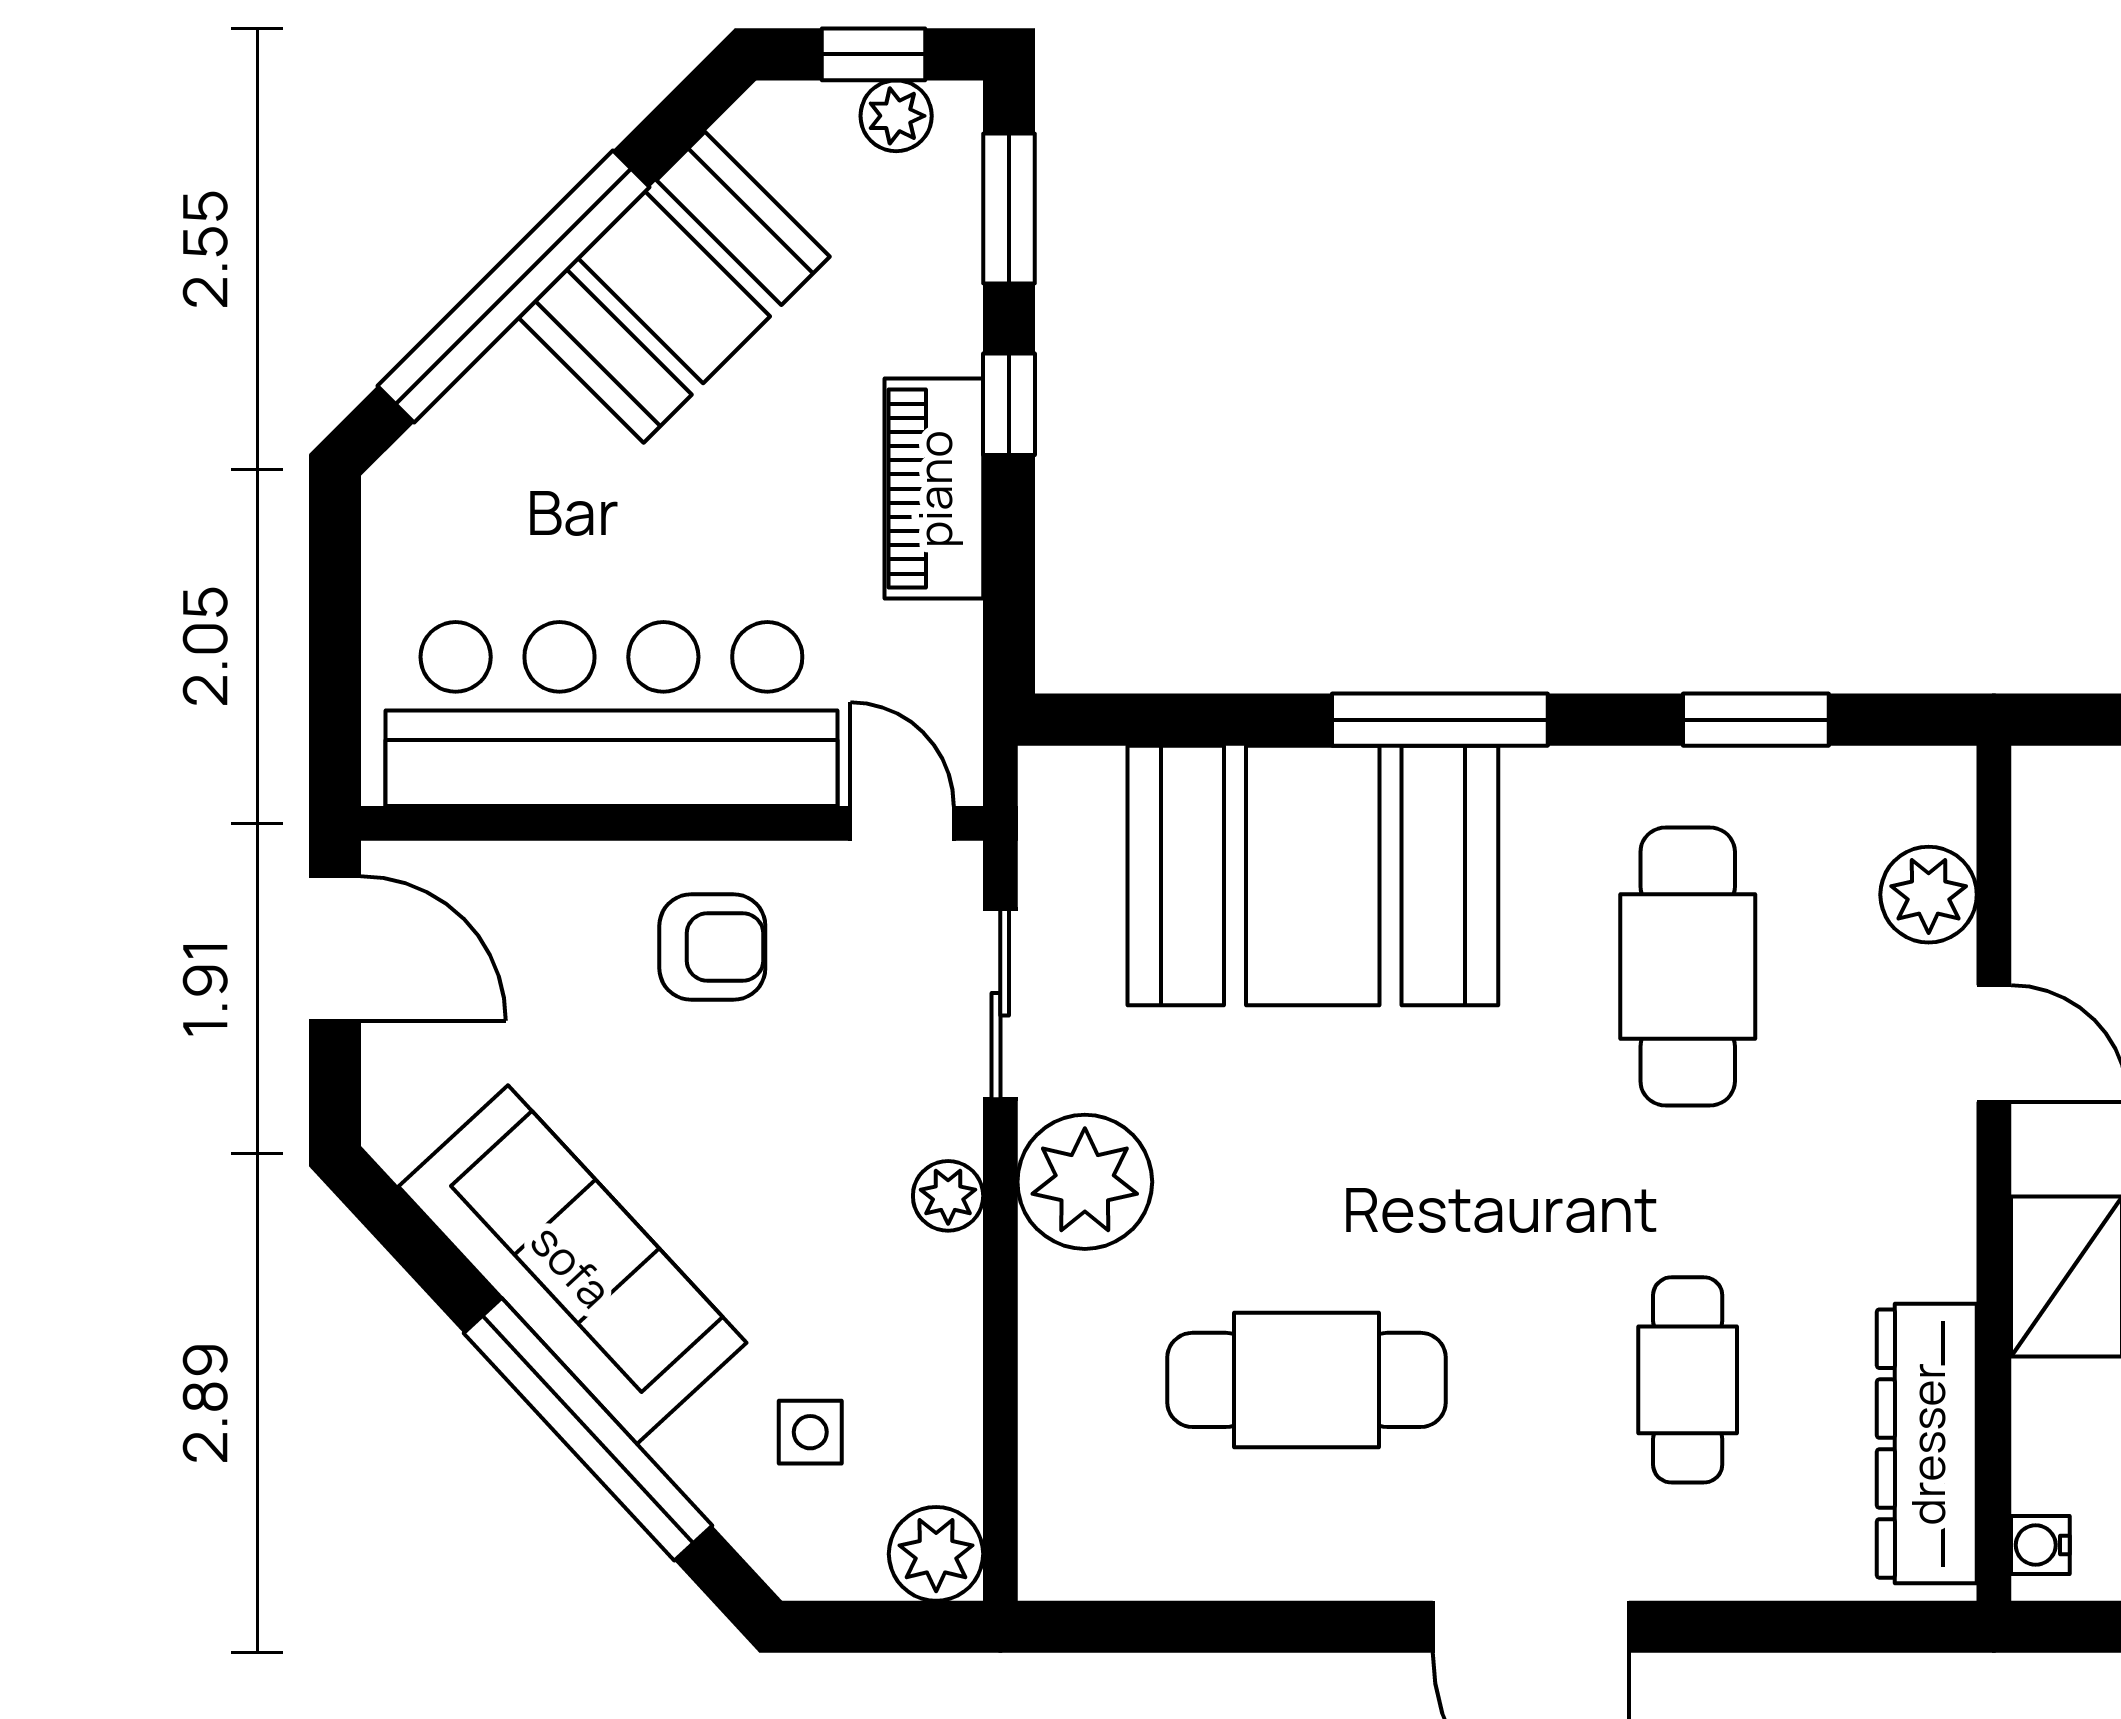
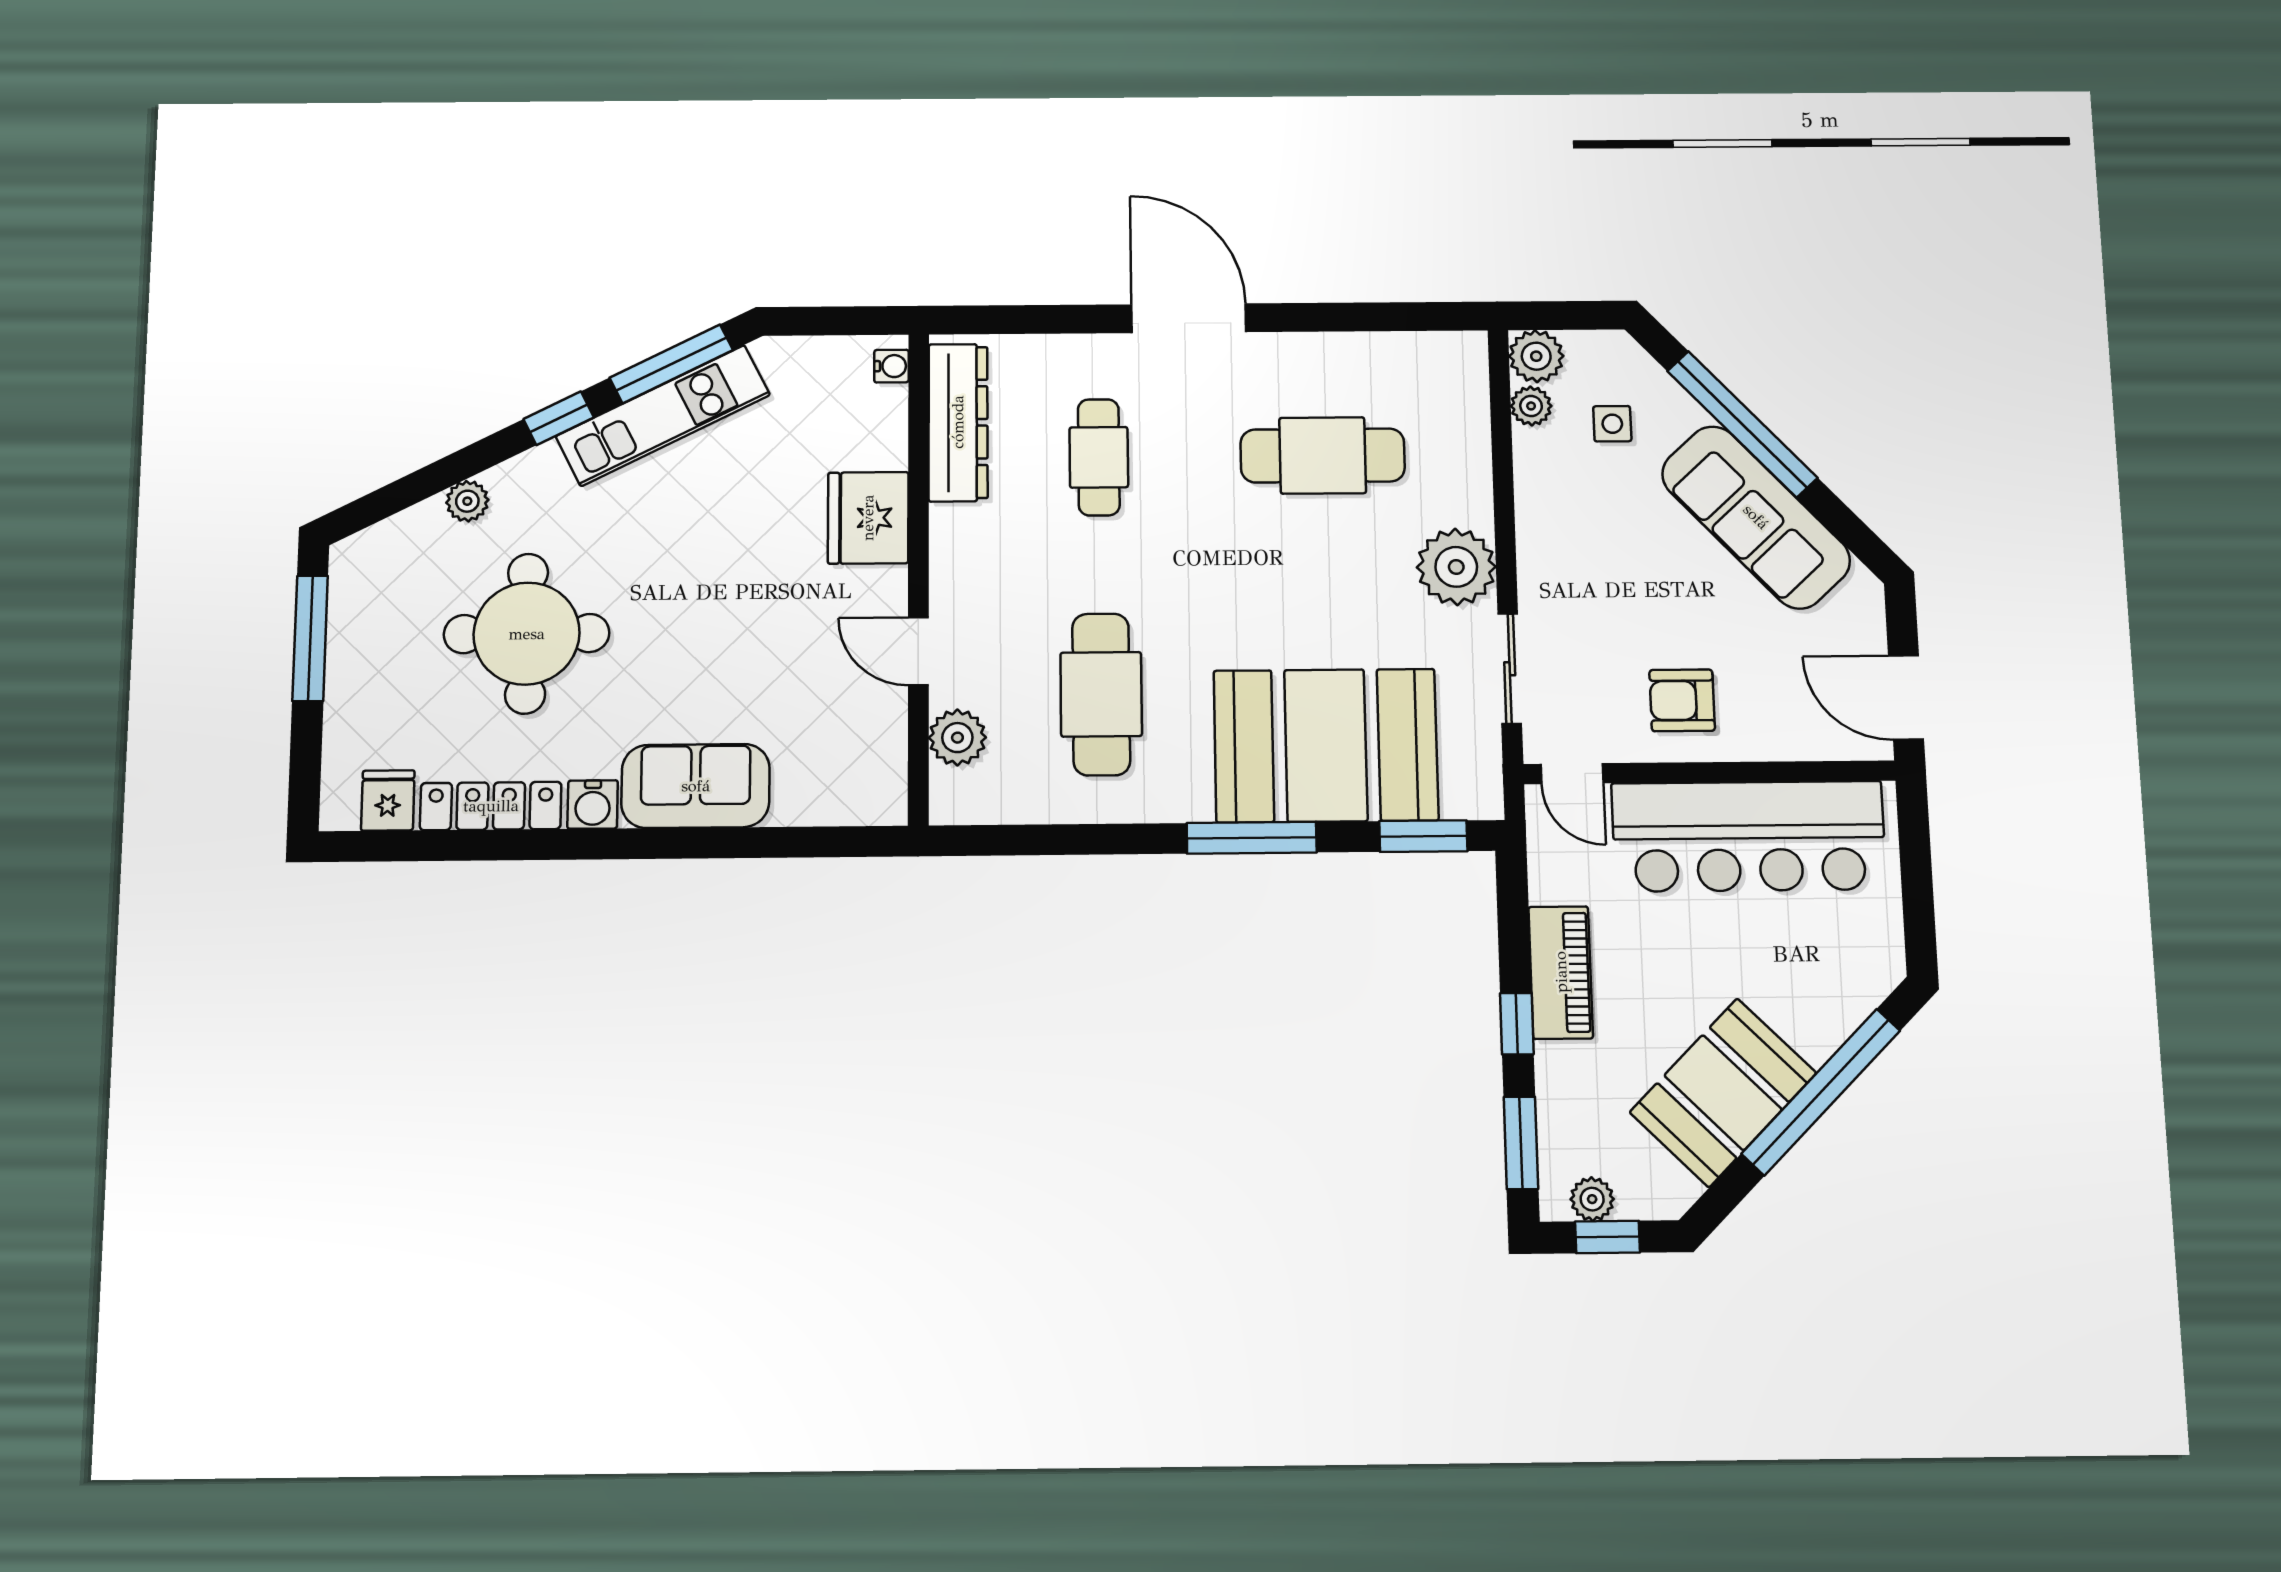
window: (1756, 720) -> (1423, 836), moved
plant: (948, 1196) -> (1531, 406), moved

